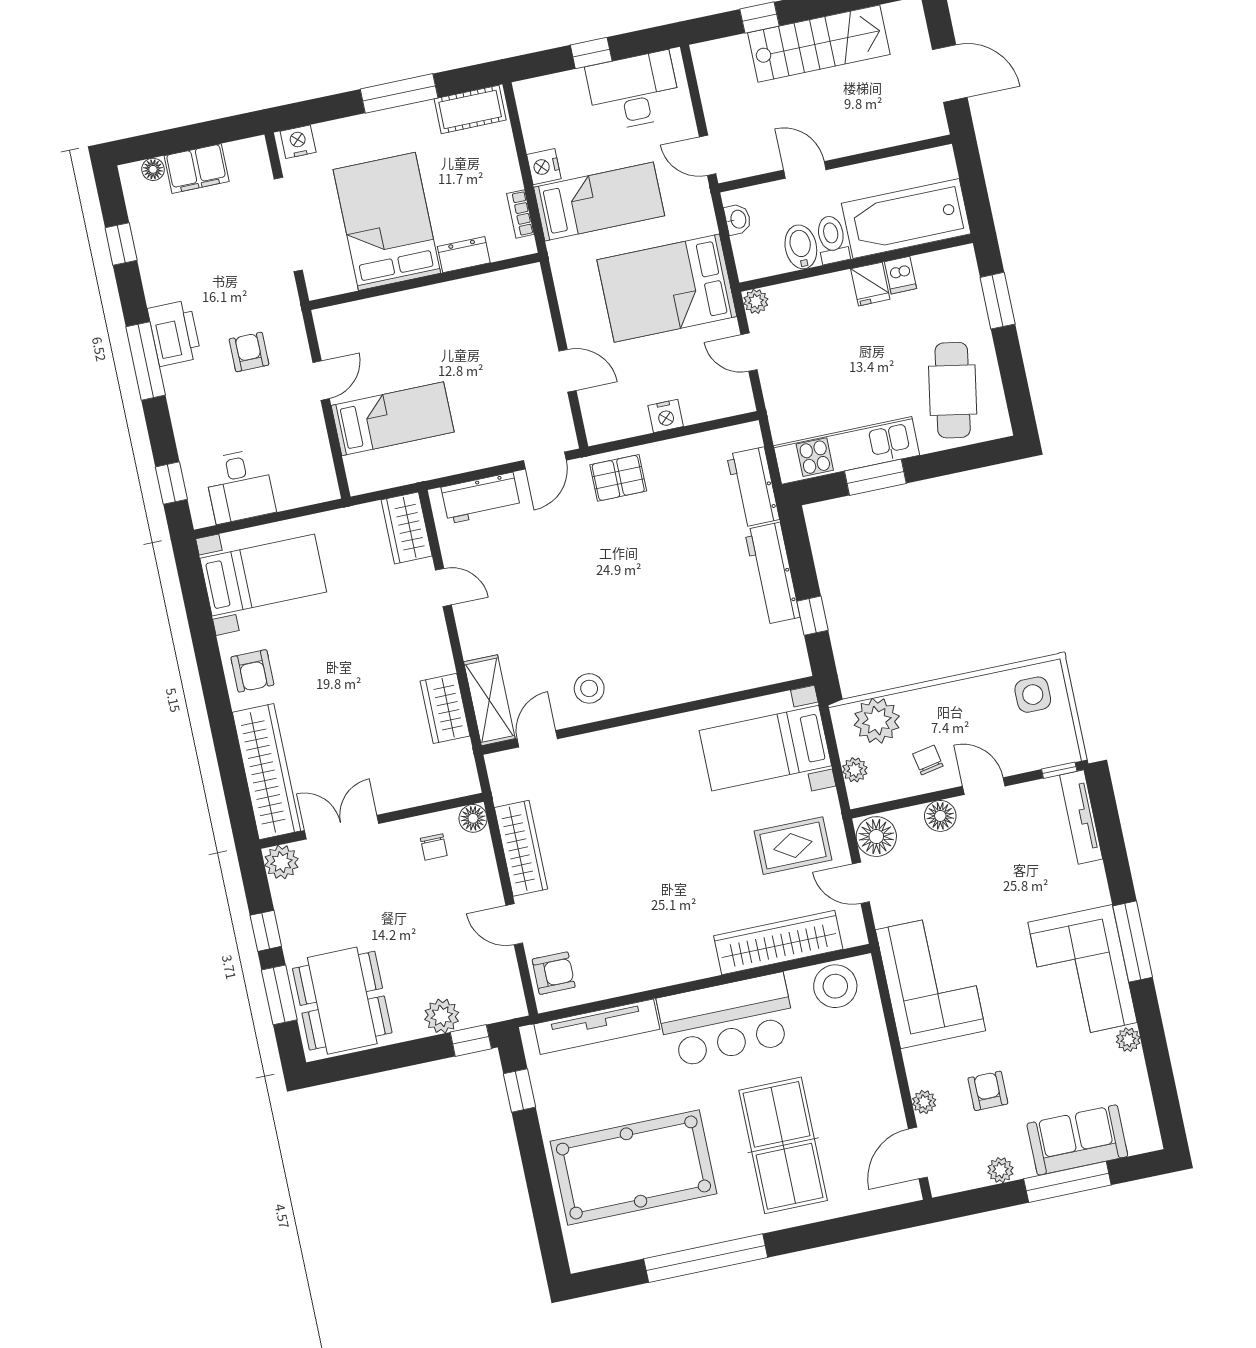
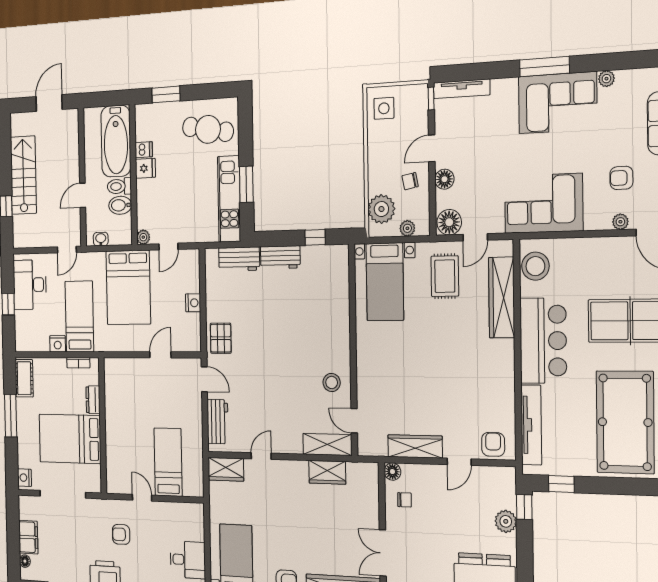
workbench: (772, 573) -> (280, 257), width x0.73

